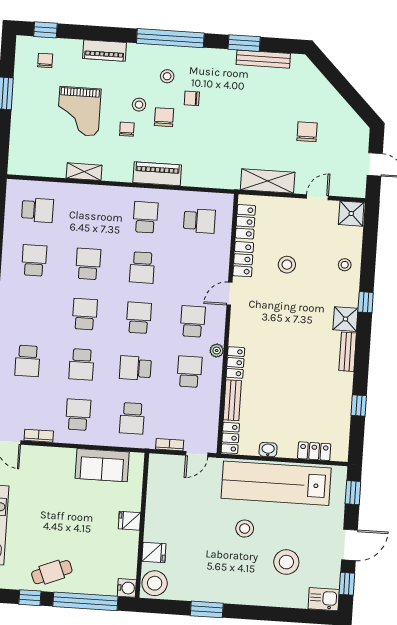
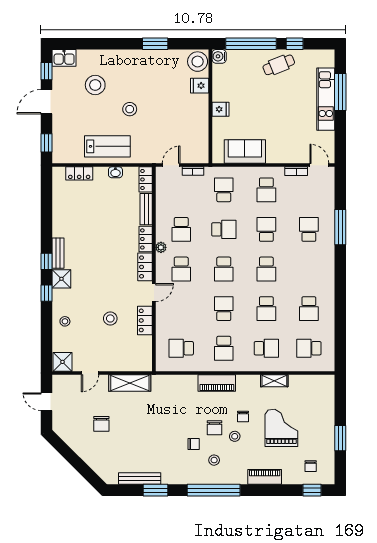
school desk: (91, 214) -> (266, 348), added
locker: (245, 222) -> (145, 267), moved
window: (359, 406) -> (47, 261), moved
lab bench: (276, 483) -> (107, 146), width x0.54, depth x0.72

